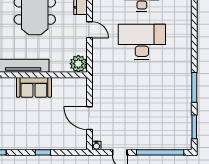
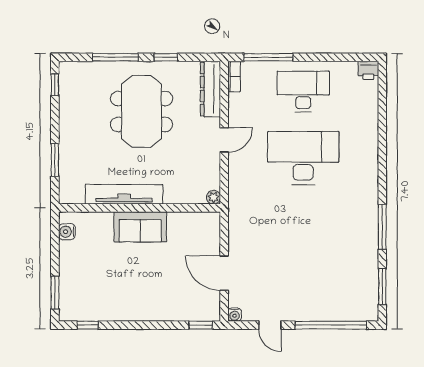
door: (89, 30) -> (224, 140), hinge flipped
plant: (78, 64) -> (213, 197), width x0.53, depth x0.53
window: (43, 152) -> (201, 325), moved

